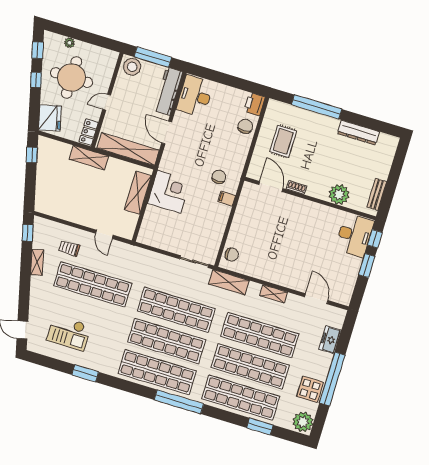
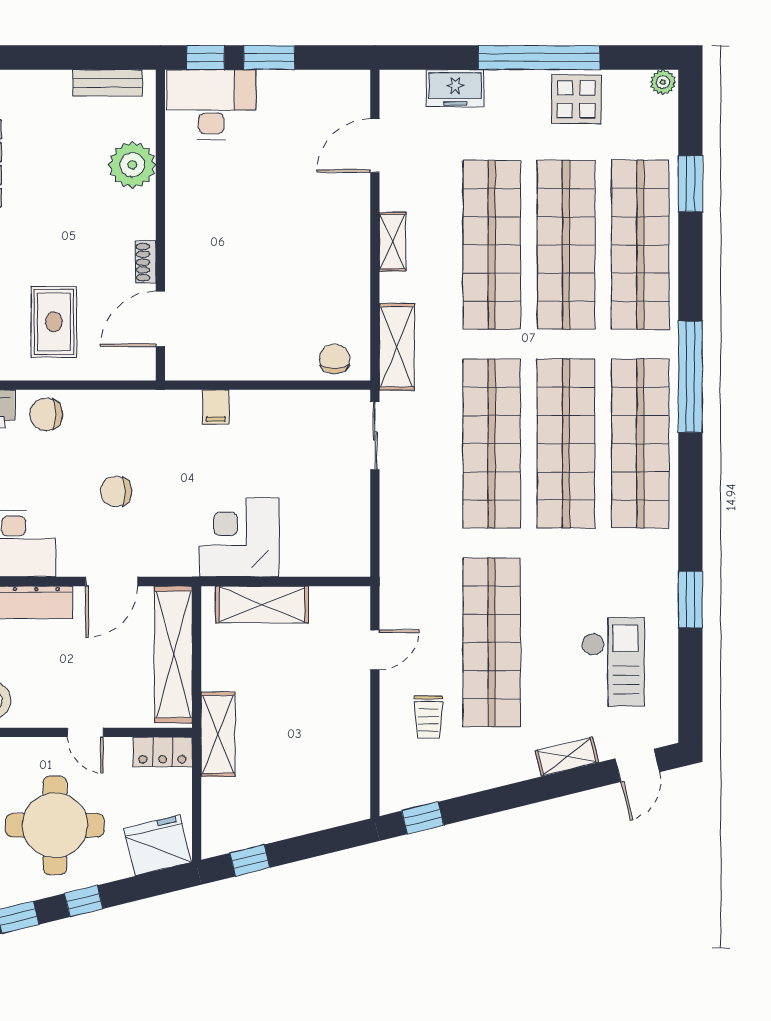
rug: (283, 141) -> (54, 322), turned 90
chair: (219, 177) -> (116, 491), moved
shelving: (37, 262) -> (567, 757), moved
plant: (303, 422) -> (663, 82), width x0.53, depth x0.53

